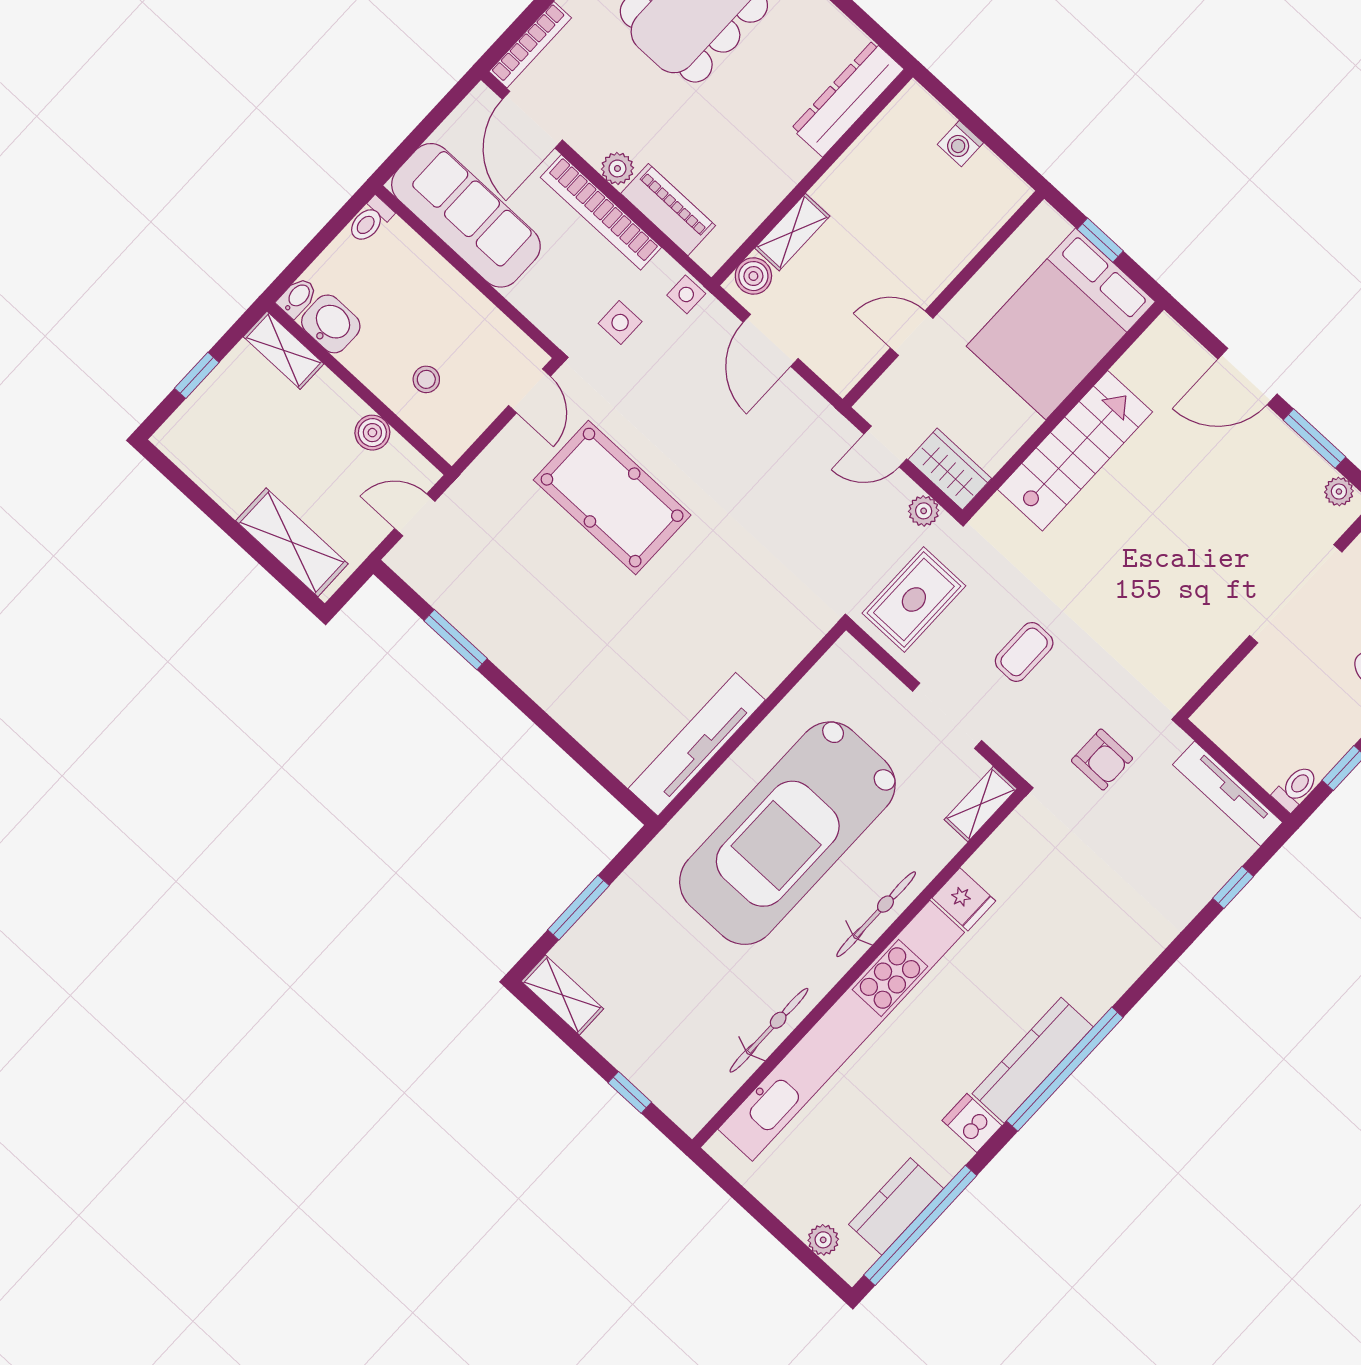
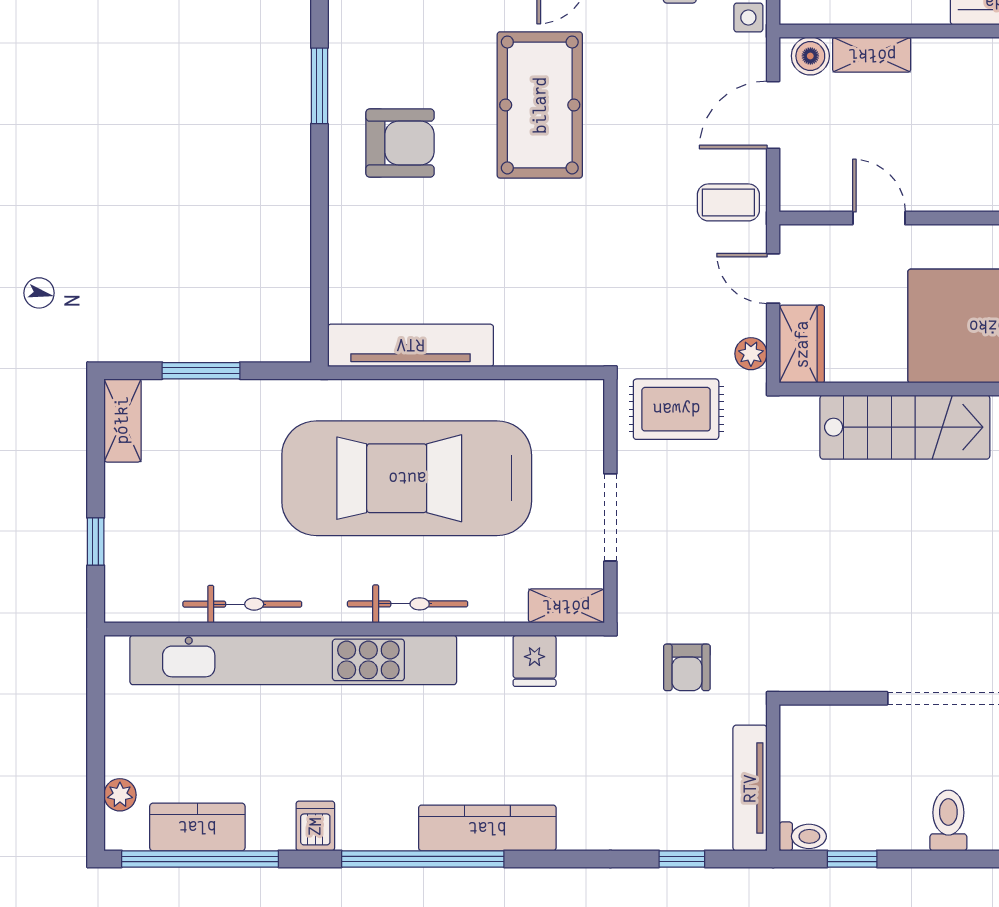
armchair: (548, 620) -> (400, 143), added
coffee table: (1024, 652) -> (728, 202), moved
fridge: (964, 899) -> (535, 661), moved
kitchen counter: (1033, 1060) -> (487, 828), moved

